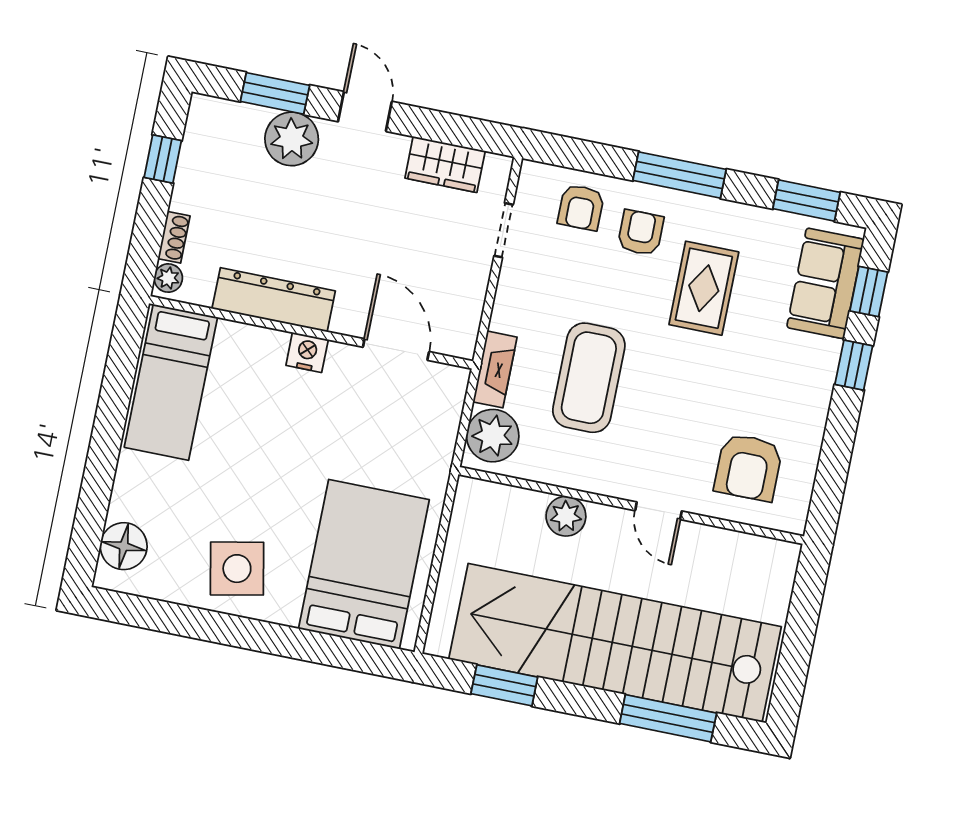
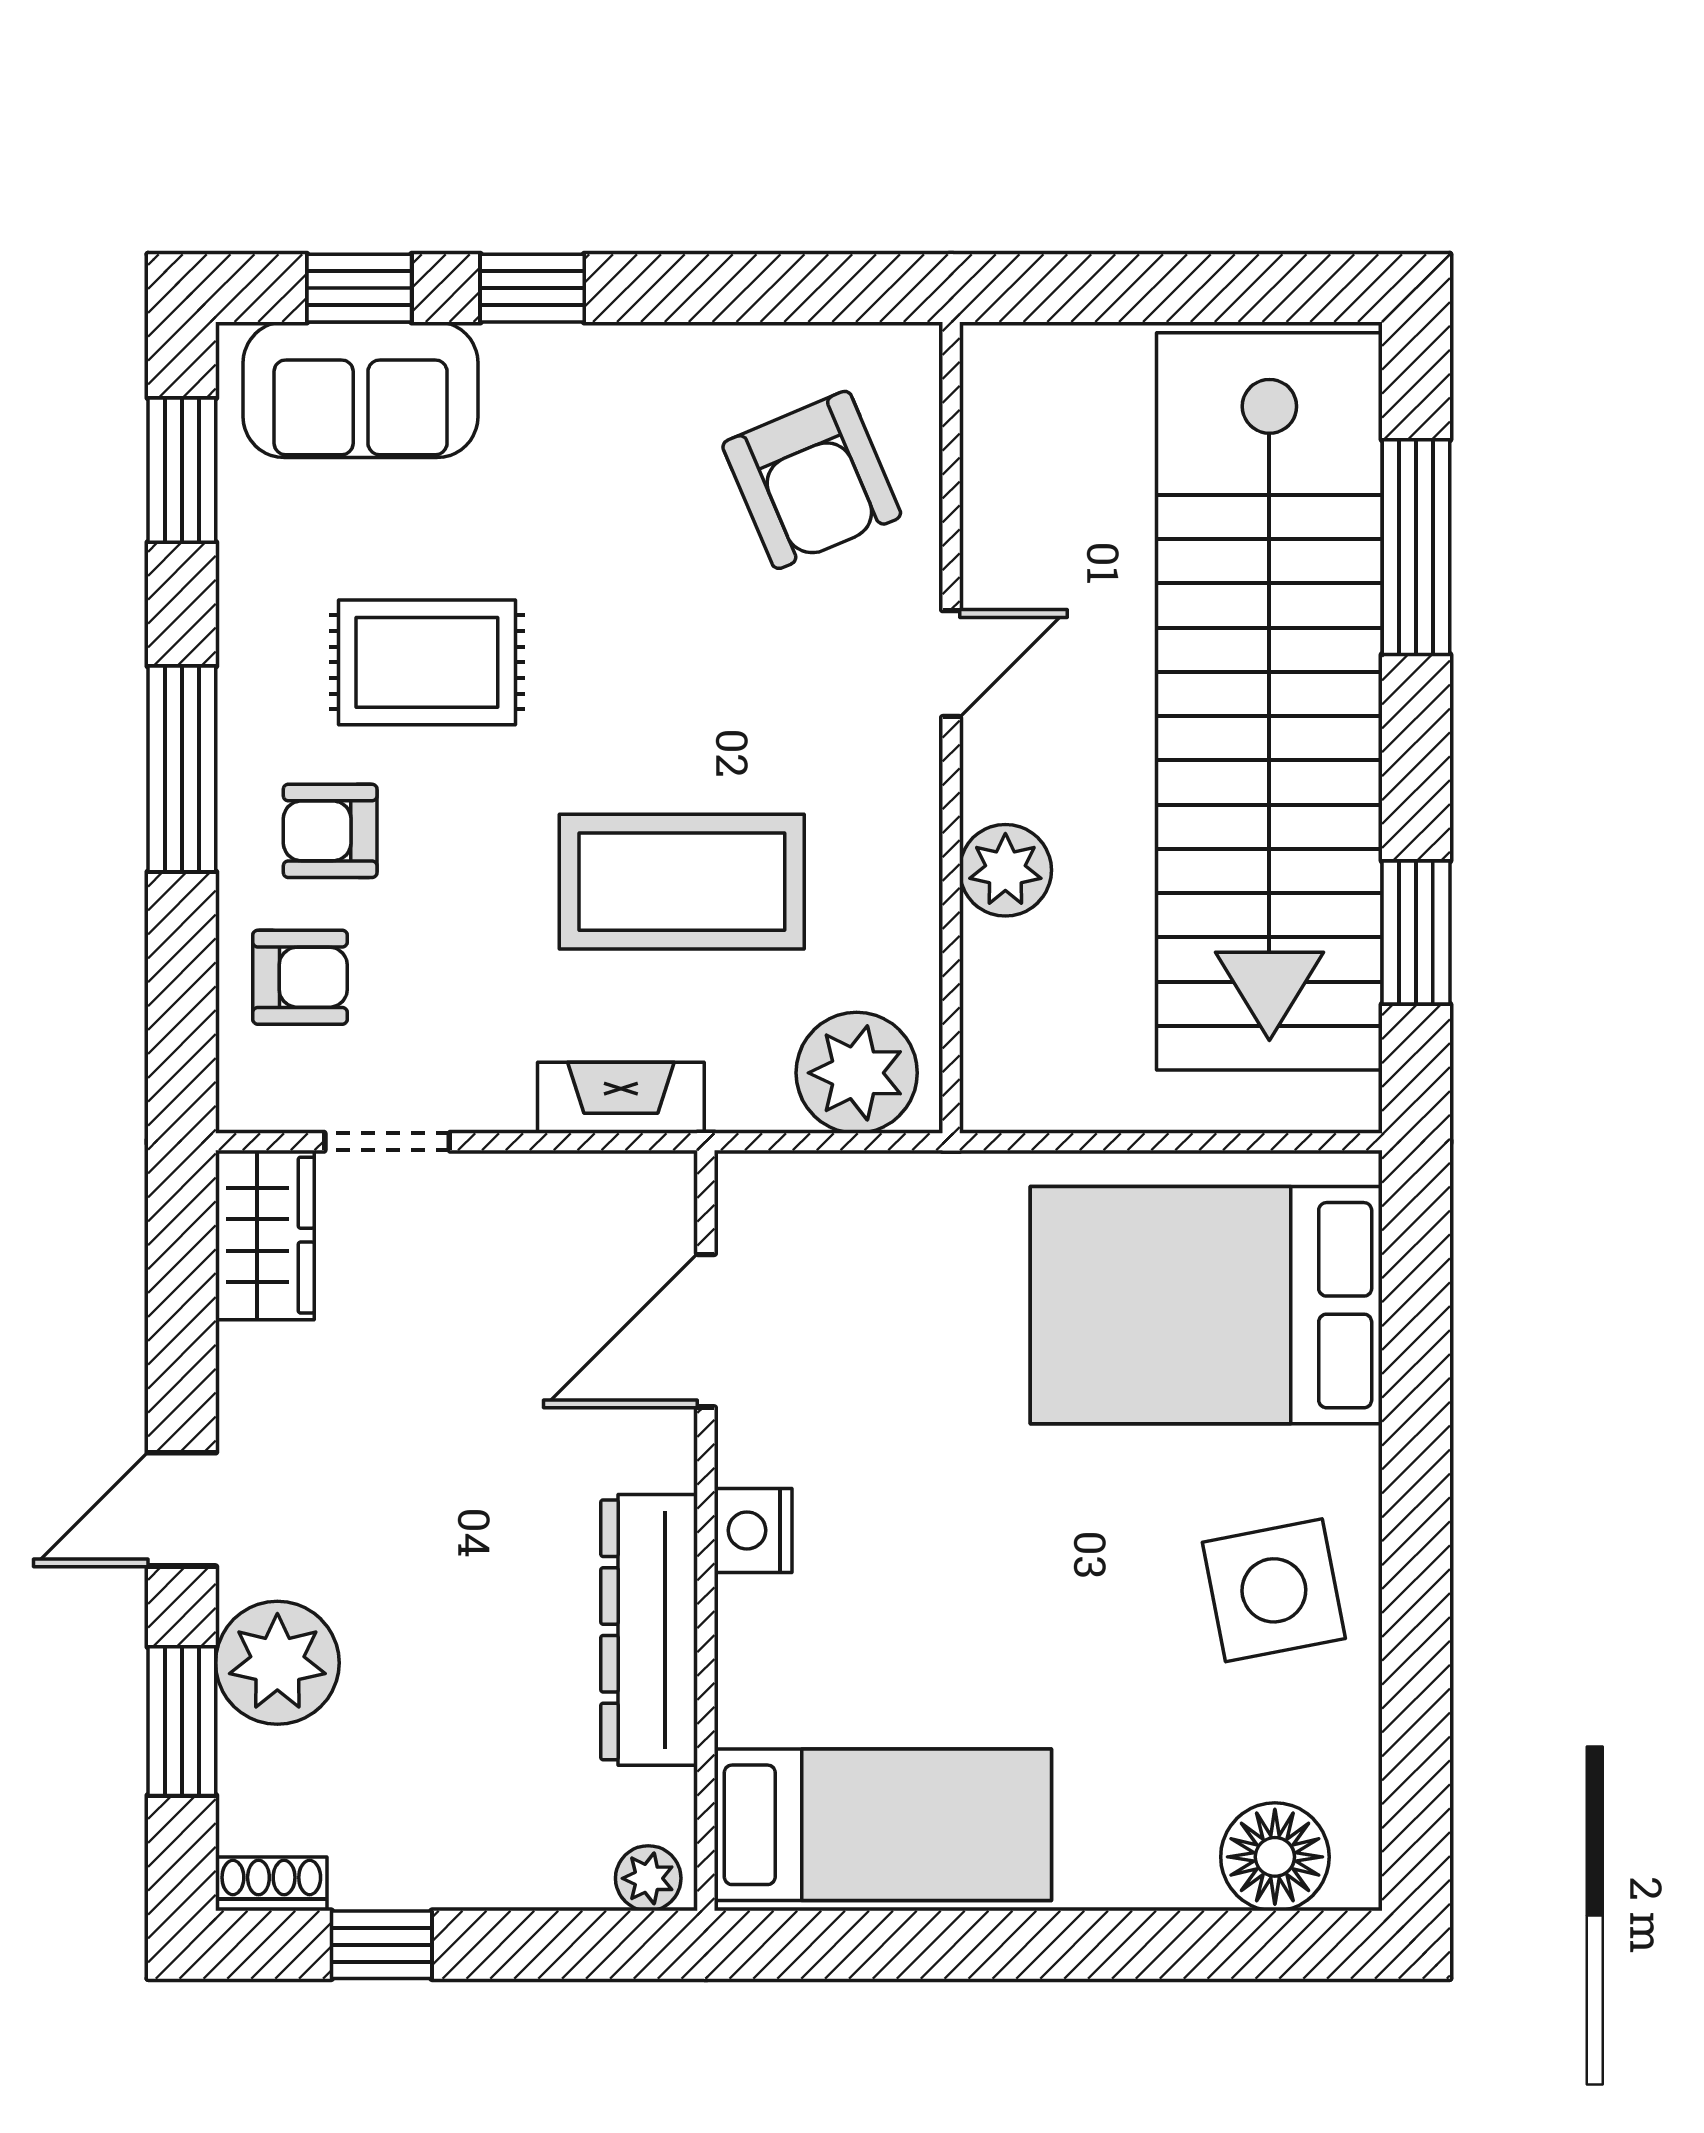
wardrobe: (445, 164) -> (265, 1235), moved
shoe rack: (174, 237) -> (271, 1884), moved
fireplace: (495, 369) -> (621, 1098), moved
armchair: (748, 467) -> (812, 480), turned 67

